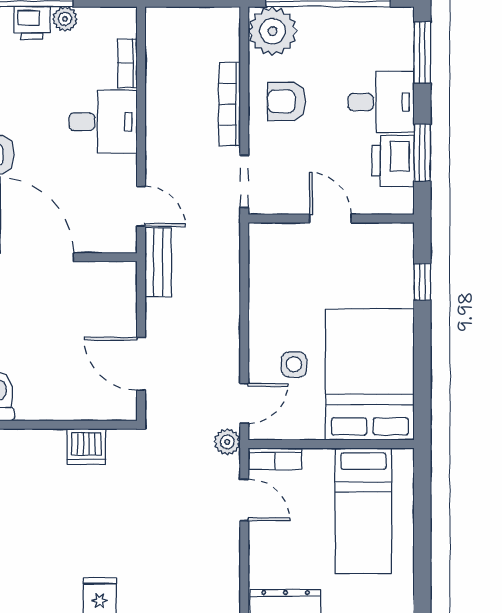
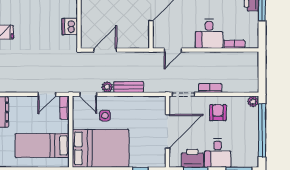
plant: (65, 19) -> (253, 17), removed
plant: (272, 31) -> (253, 102), width x0.53, depth x0.53
bookcase: (230, 104) -> (210, 88), width x0.64
door: (330, 219) -> (168, 131), width x1.88
bench: (158, 262) -> (129, 87), moved
plant: (227, 442) -> (107, 87), moved

